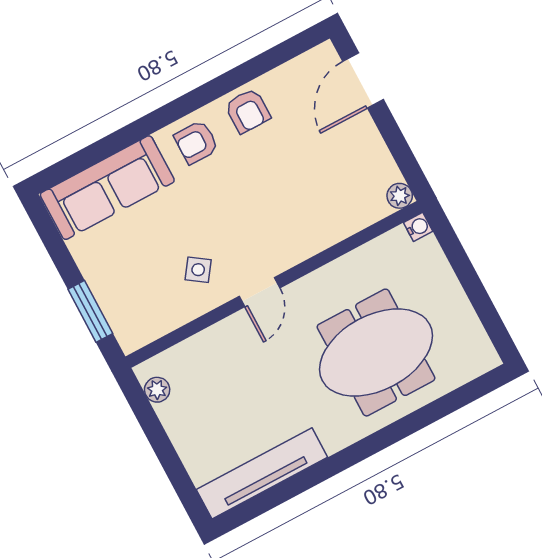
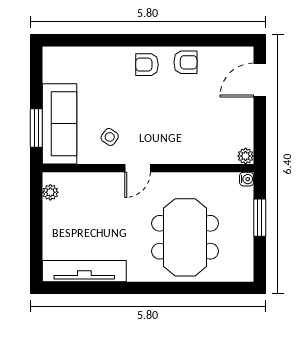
armchair: (248, 111) -> (185, 62), turned -90
sofa: (107, 188) -> (59, 124), moved, turned -90
window: (464, 270) -> (260, 218), added
meeting table: (376, 353) -> (185, 237), turned 90

